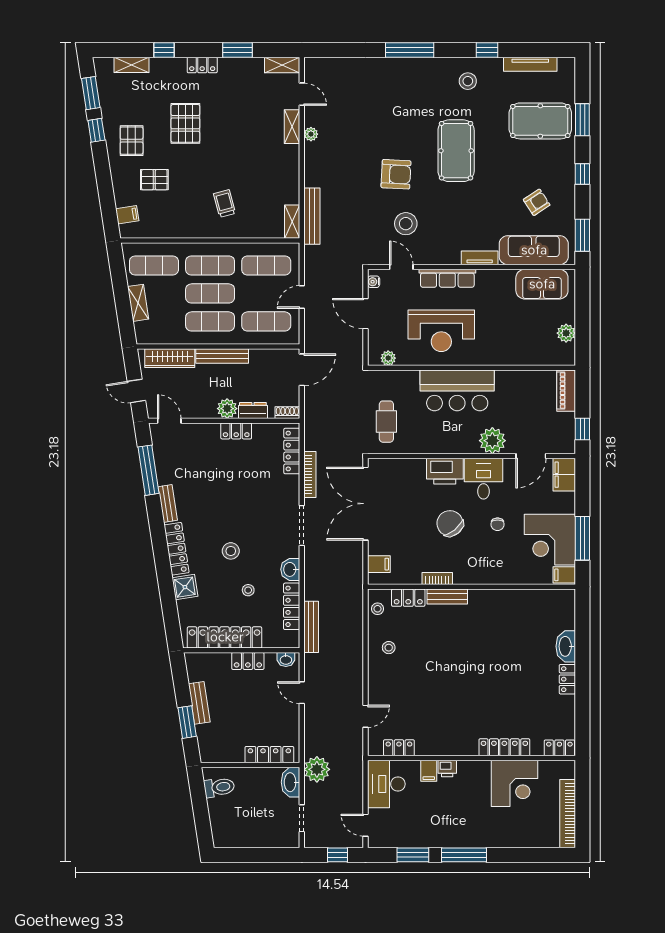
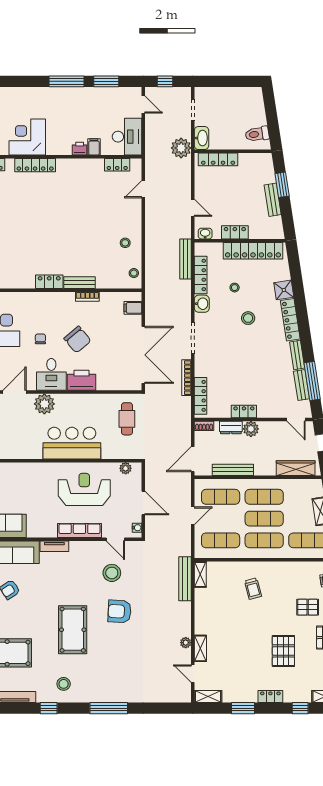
bench: (222, 356) -> (233, 470), moved
bench: (162, 465) -> (301, 385), added
locker: (408, 598) -> (49, 282), moved

